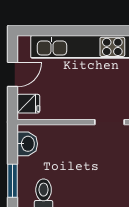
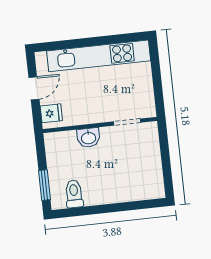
washbasin: (27, 144) -> (88, 138), moved, turned 90

